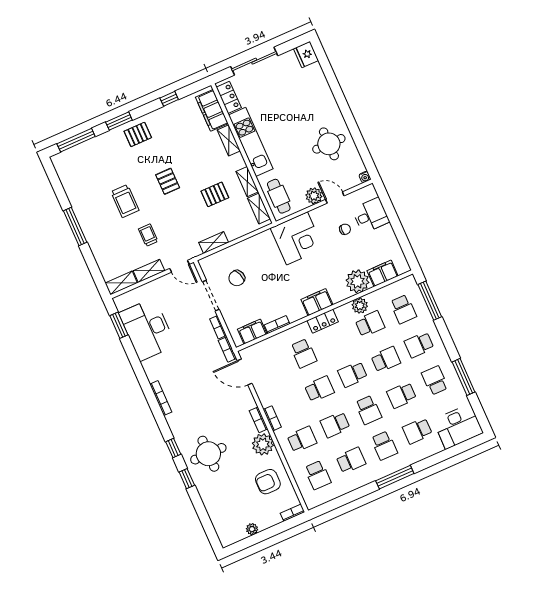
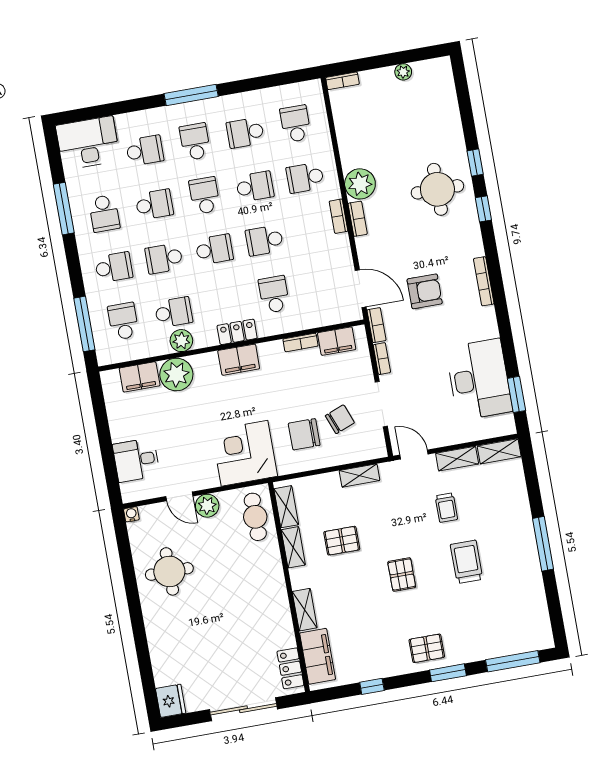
kitchen unit: (251, 142) -> (275, 600), removed
chair: (345, 229) -> (304, 434), moved, width x1.87, depth x1.87
school desk: (370, 324) -> (174, 312), turned 180
armchair: (268, 482) -> (425, 291), moved

